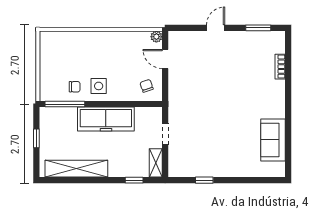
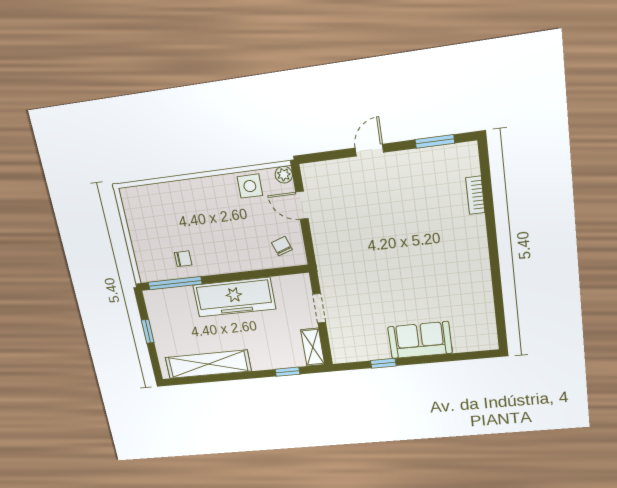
side table: (99, 86) -> (250, 186), moved
sofa: (273, 140) -> (420, 340), moved, turned 90

